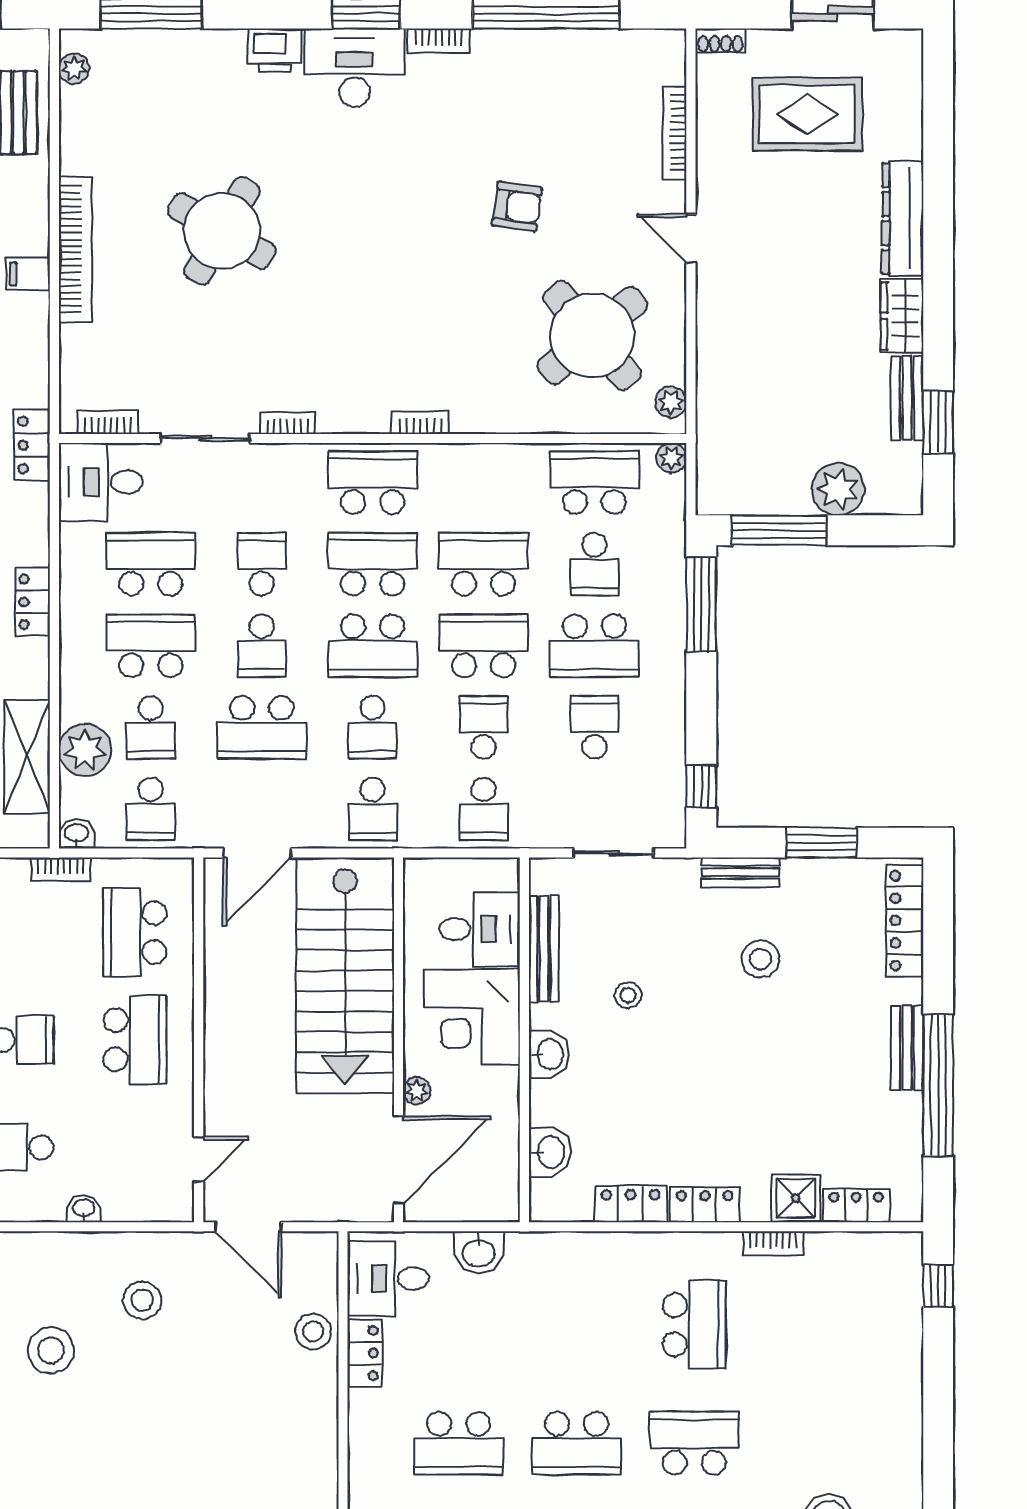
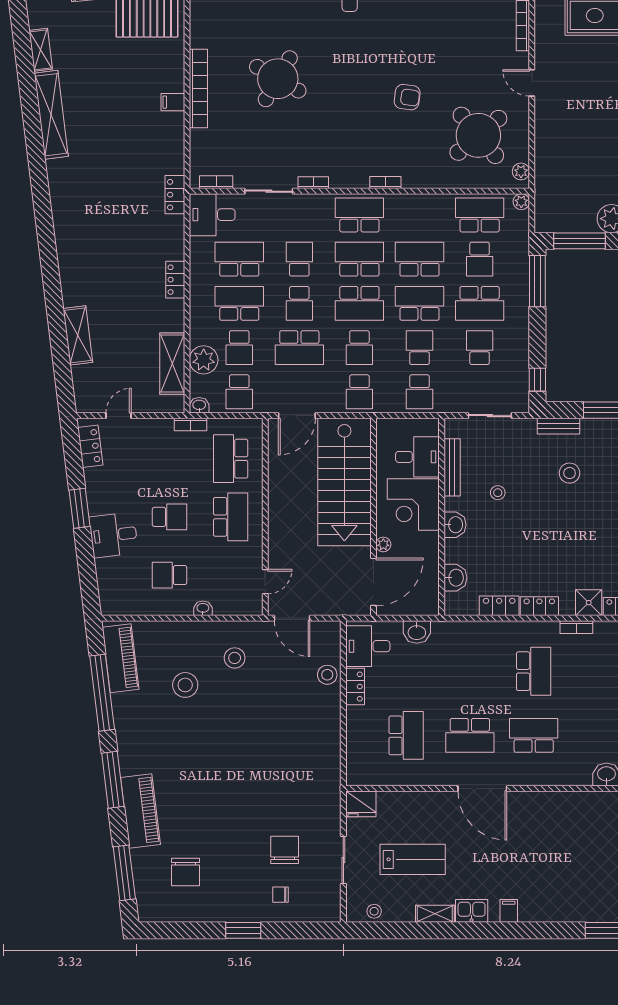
armchair: (517, 207) -> (407, 97), moved
school desk: (459, 1443) -> (406, 735), turned -90

